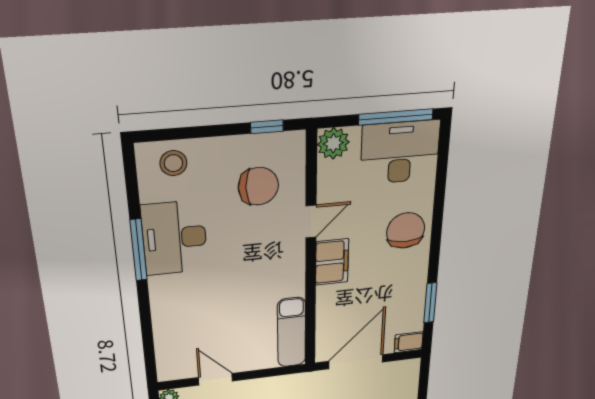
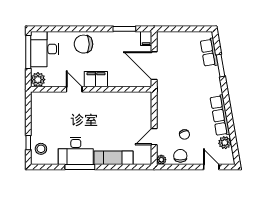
window: (267, 127) -> (28, 143), moved
chair: (258, 186) -> (55, 113), removed
exam couch: (292, 332) -> (114, 158), moved, turned 180

